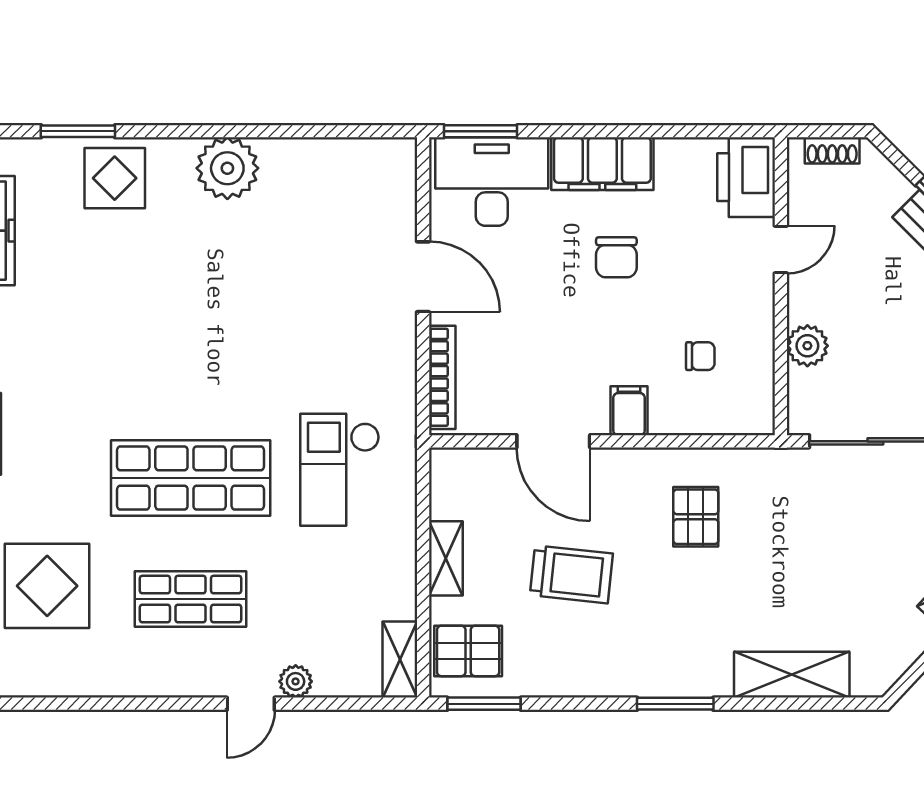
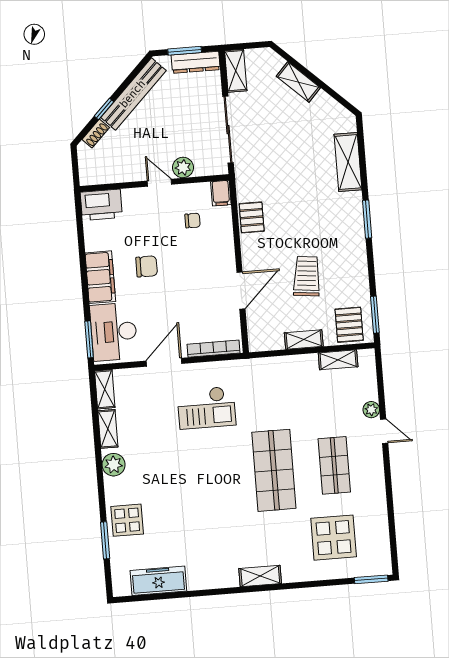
shoe rack: (832, 150) -> (96, 134), moved, turned 45
shelving: (299, 154) -> (108, 429), added
shelving: (379, 154) -> (105, 389), added
plant: (227, 168) -> (114, 465), width x0.73, depth x0.73
door: (781, 250) -> (159, 183), moved
chair: (700, 356) -> (193, 221), turned 90
filing cabinet: (629, 411) -> (221, 193), moved, turned -90
checkout: (340, 470) -> (206, 408), moved
pallet: (696, 517) -> (252, 217), moved, turned 90
shelving: (400, 660) -> (338, 360), moved

